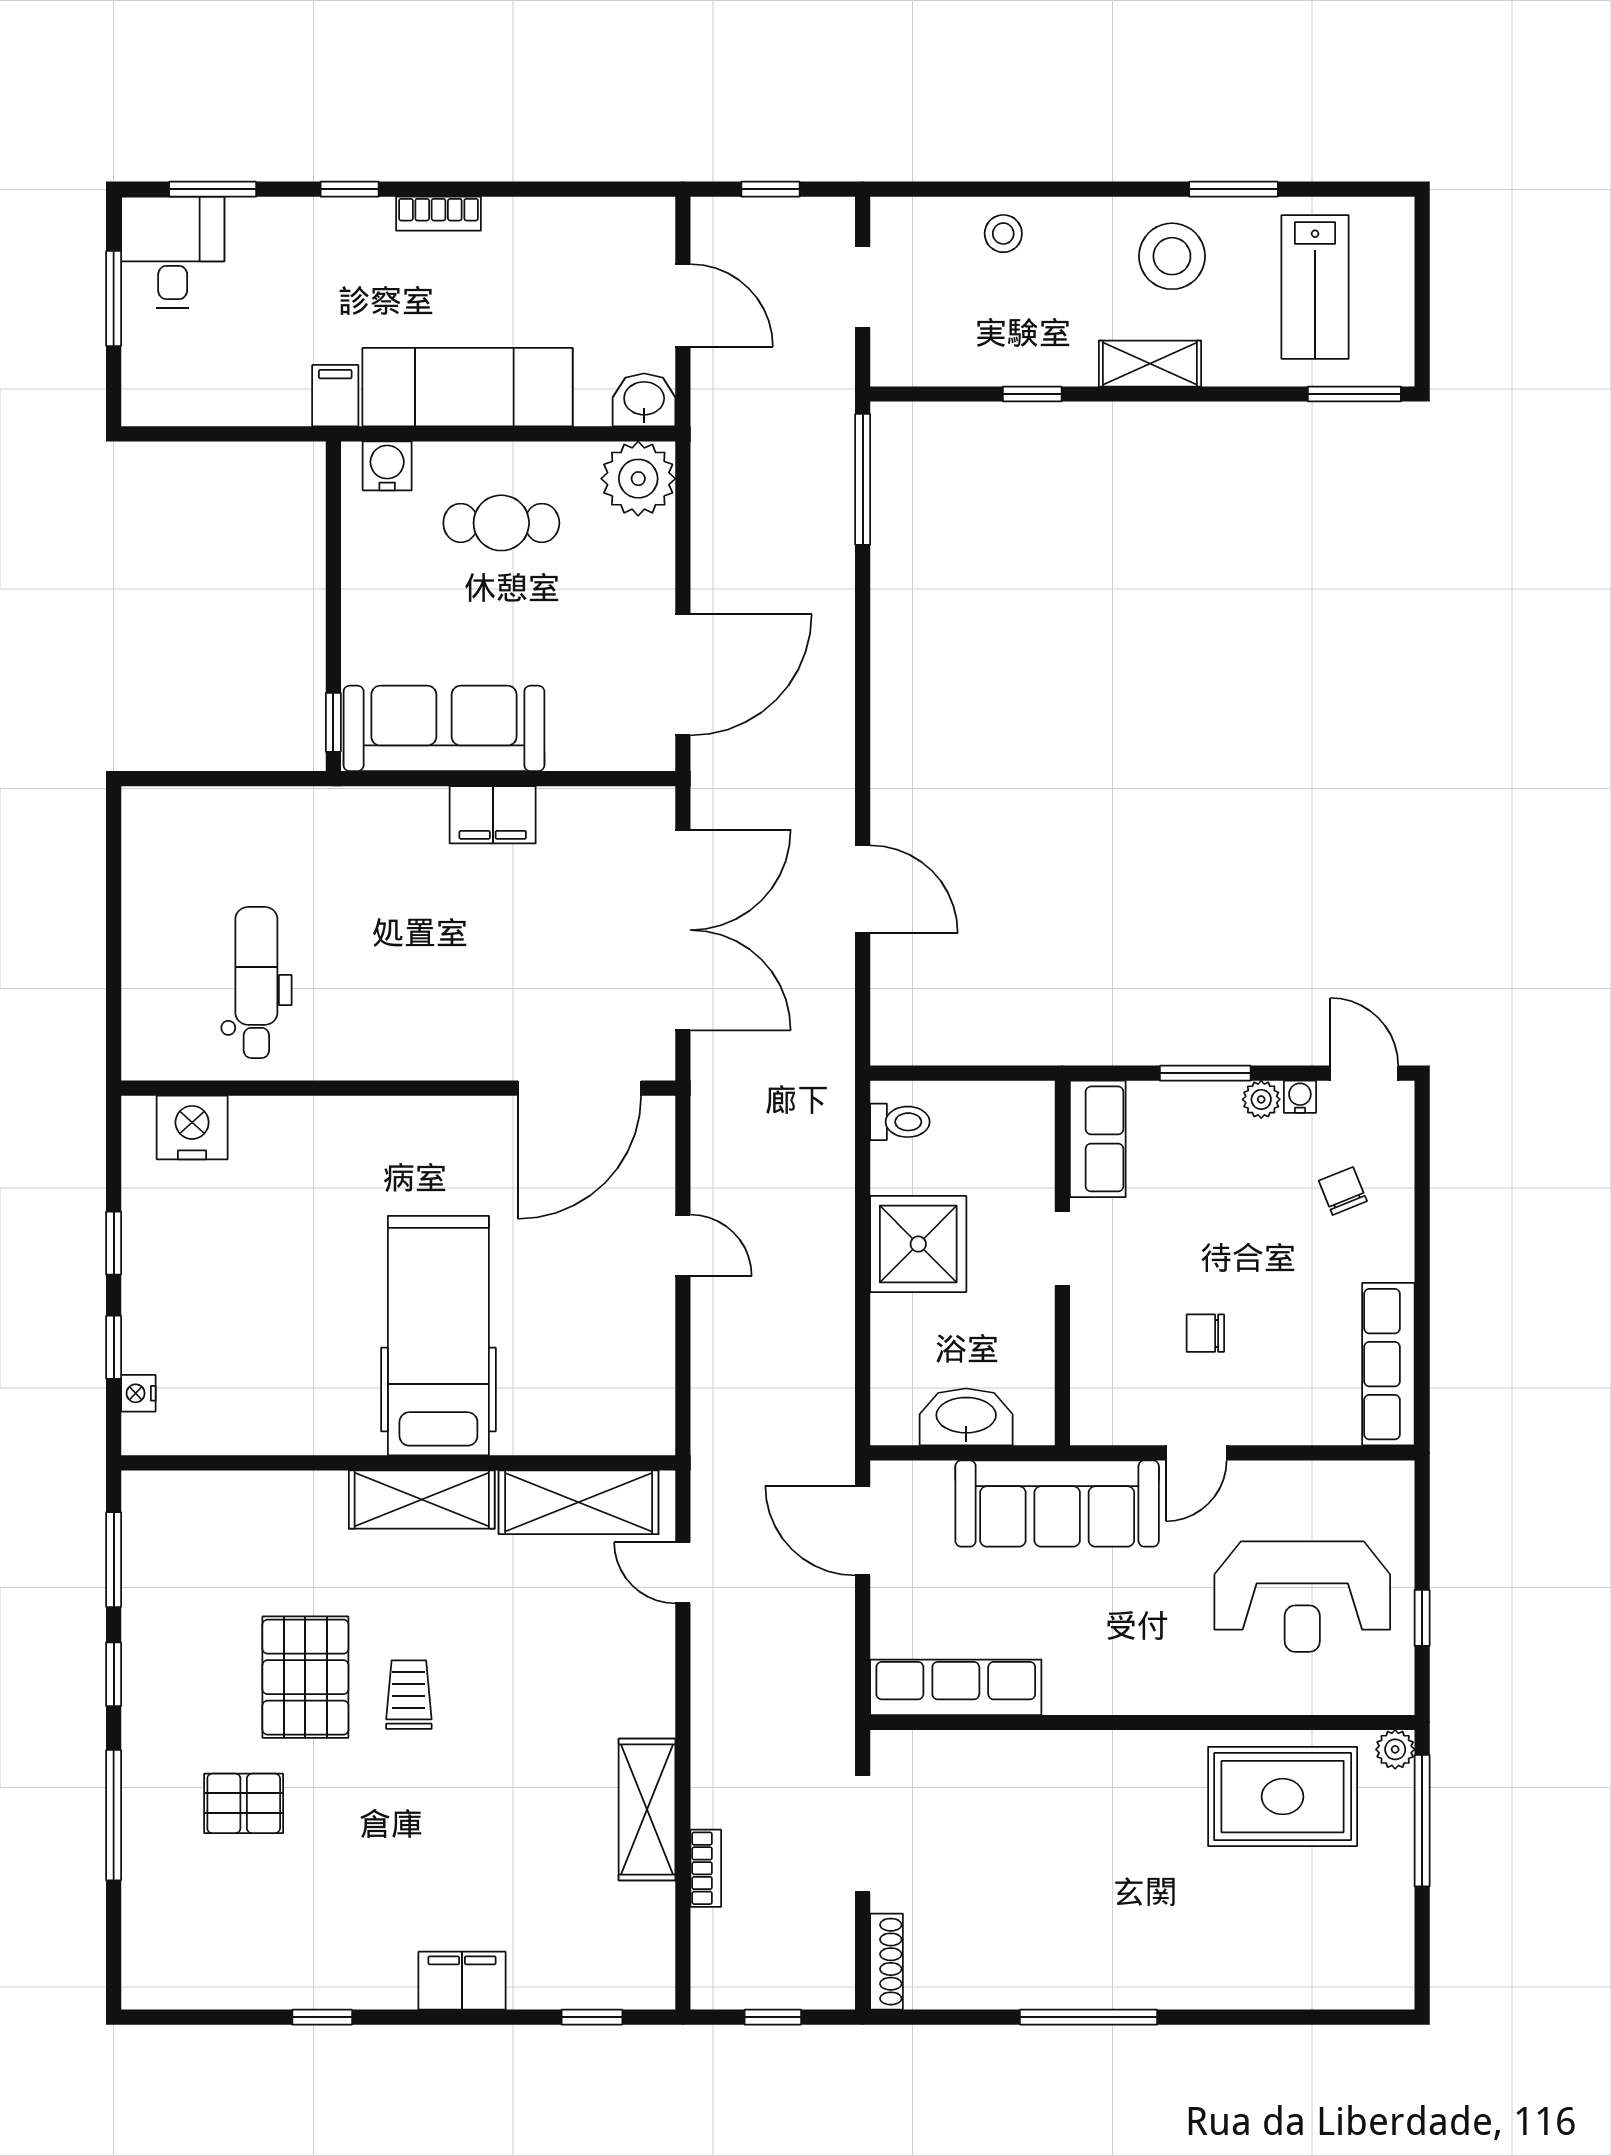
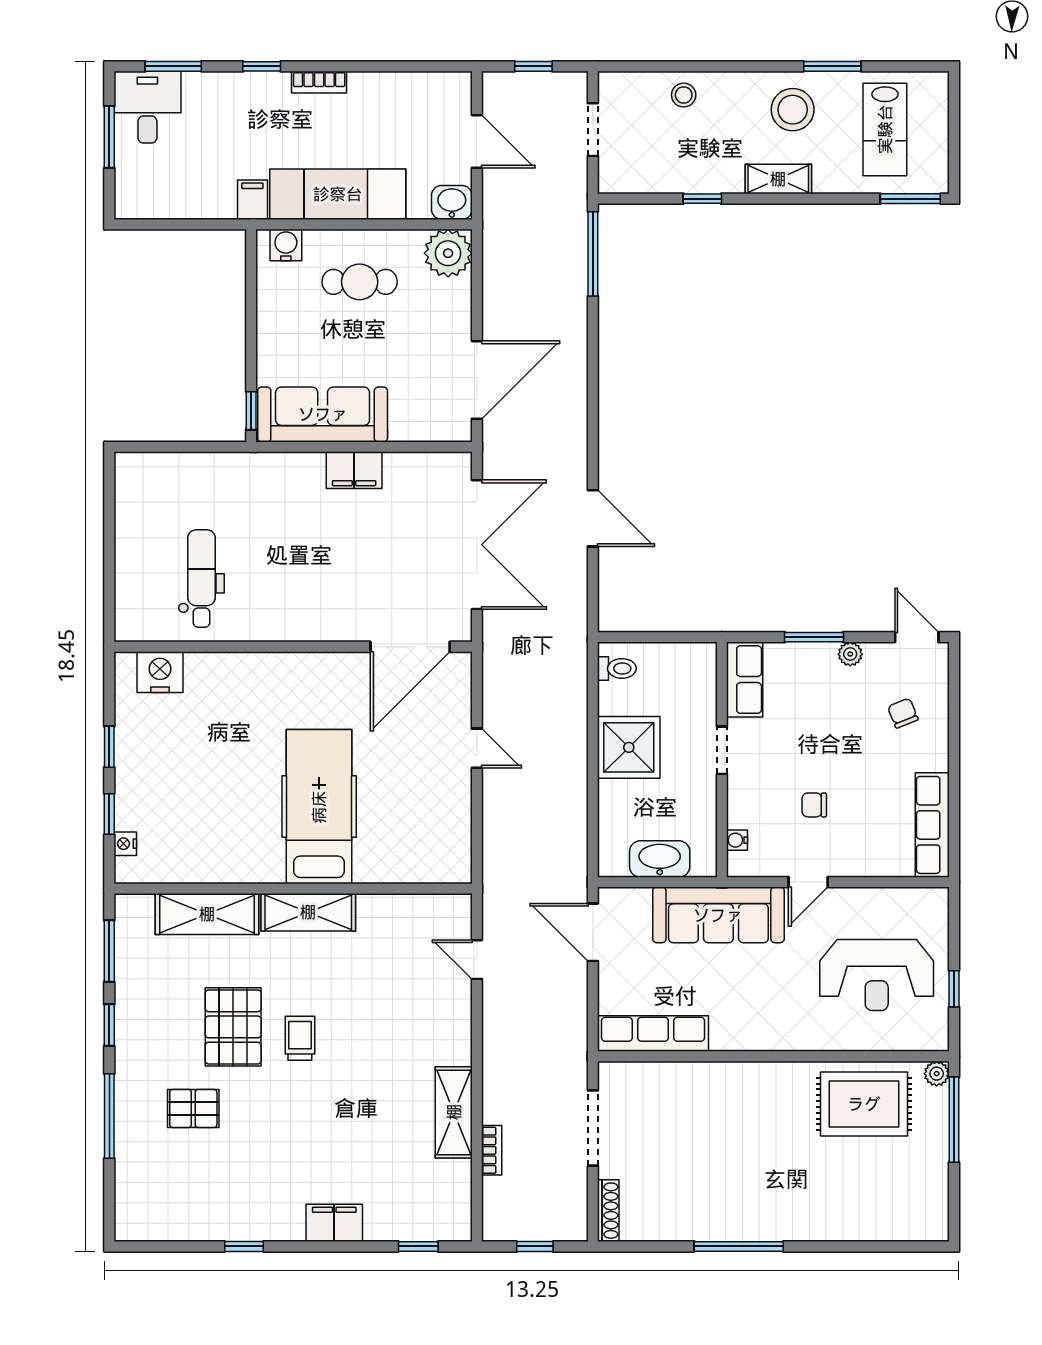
water cooler: (1300, 1097) -> (737, 840), moved, turned -90
shelving: (579, 1502) -> (207, 914), moved

